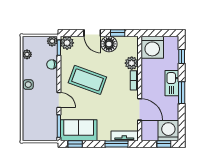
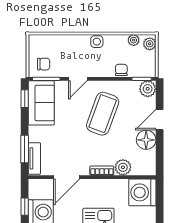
window: (118, 33) -> (160, 150), removed
plant: (52, 41) -> (150, 44), moved
chair: (47, 128) -> (44, 64), added

